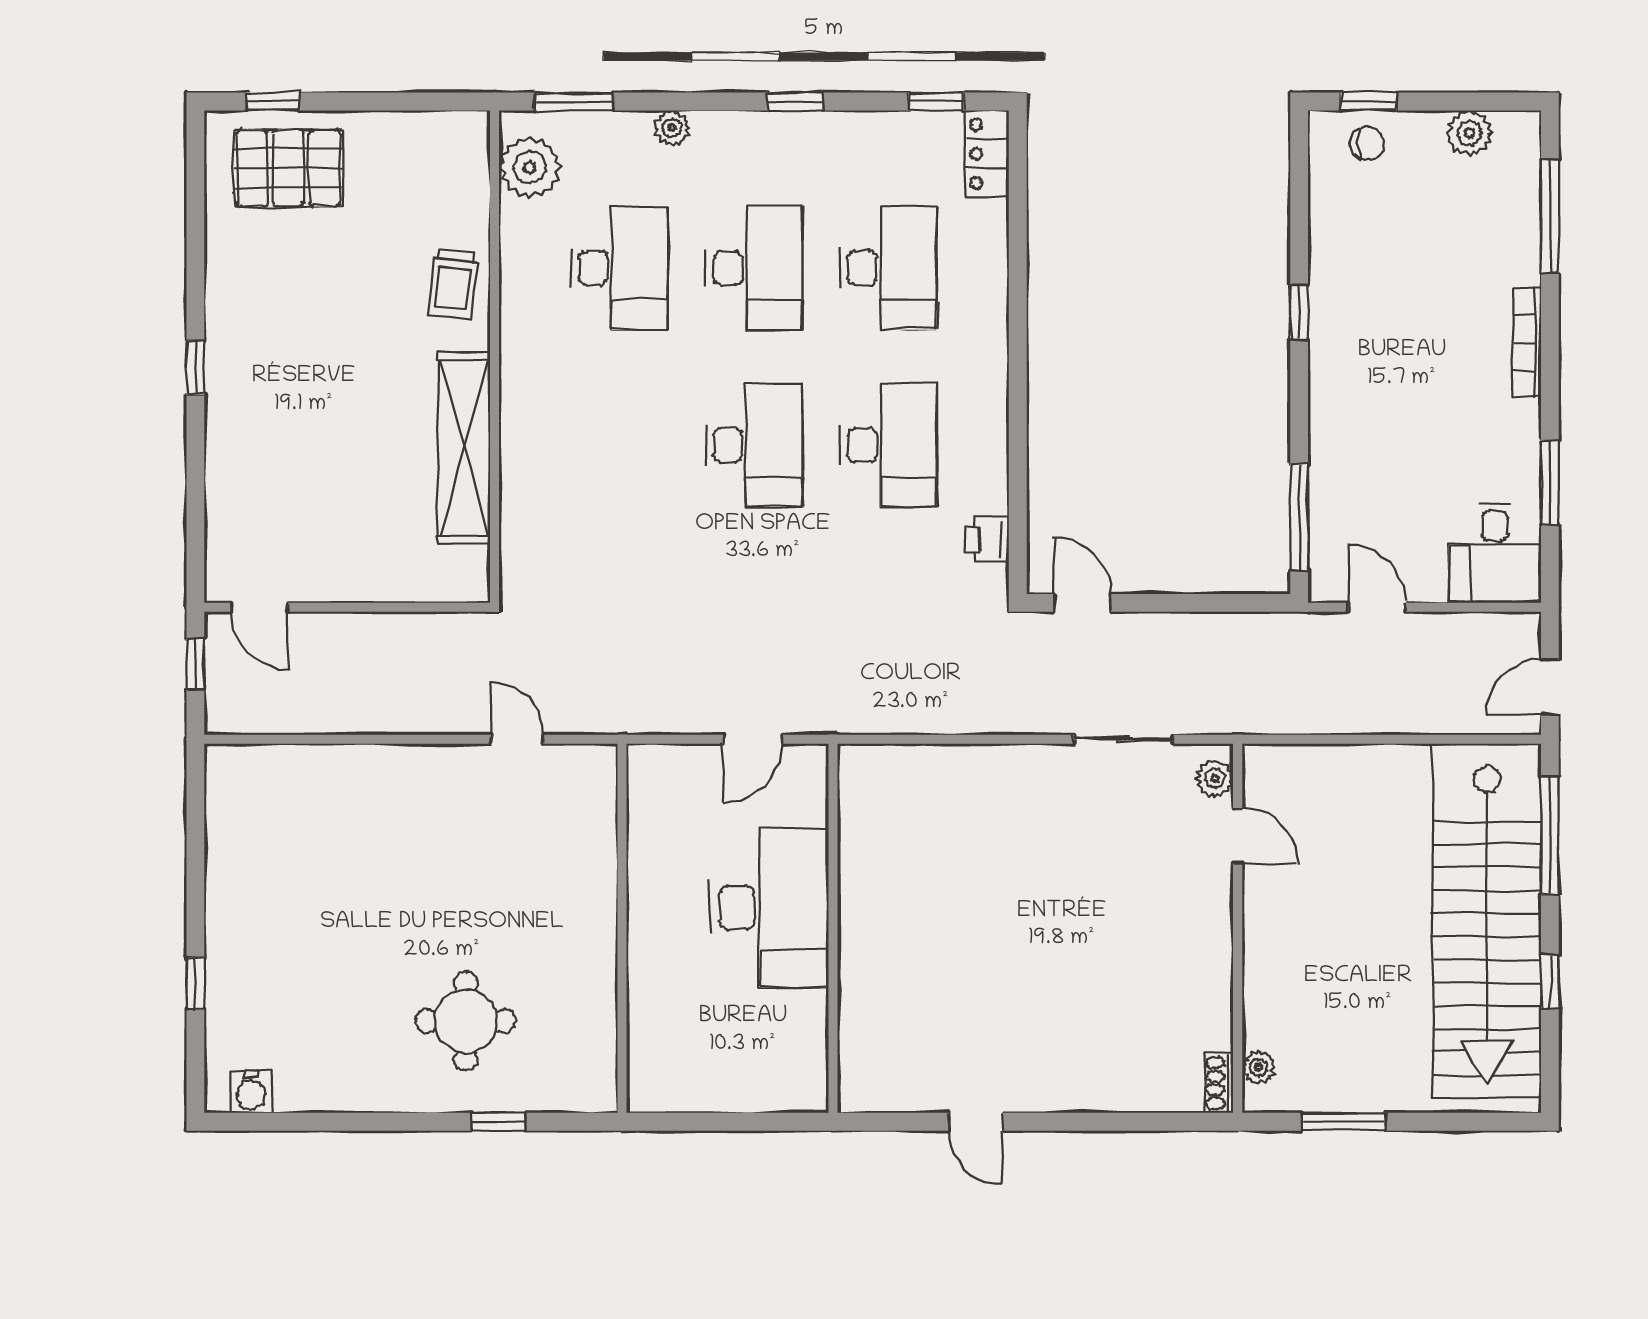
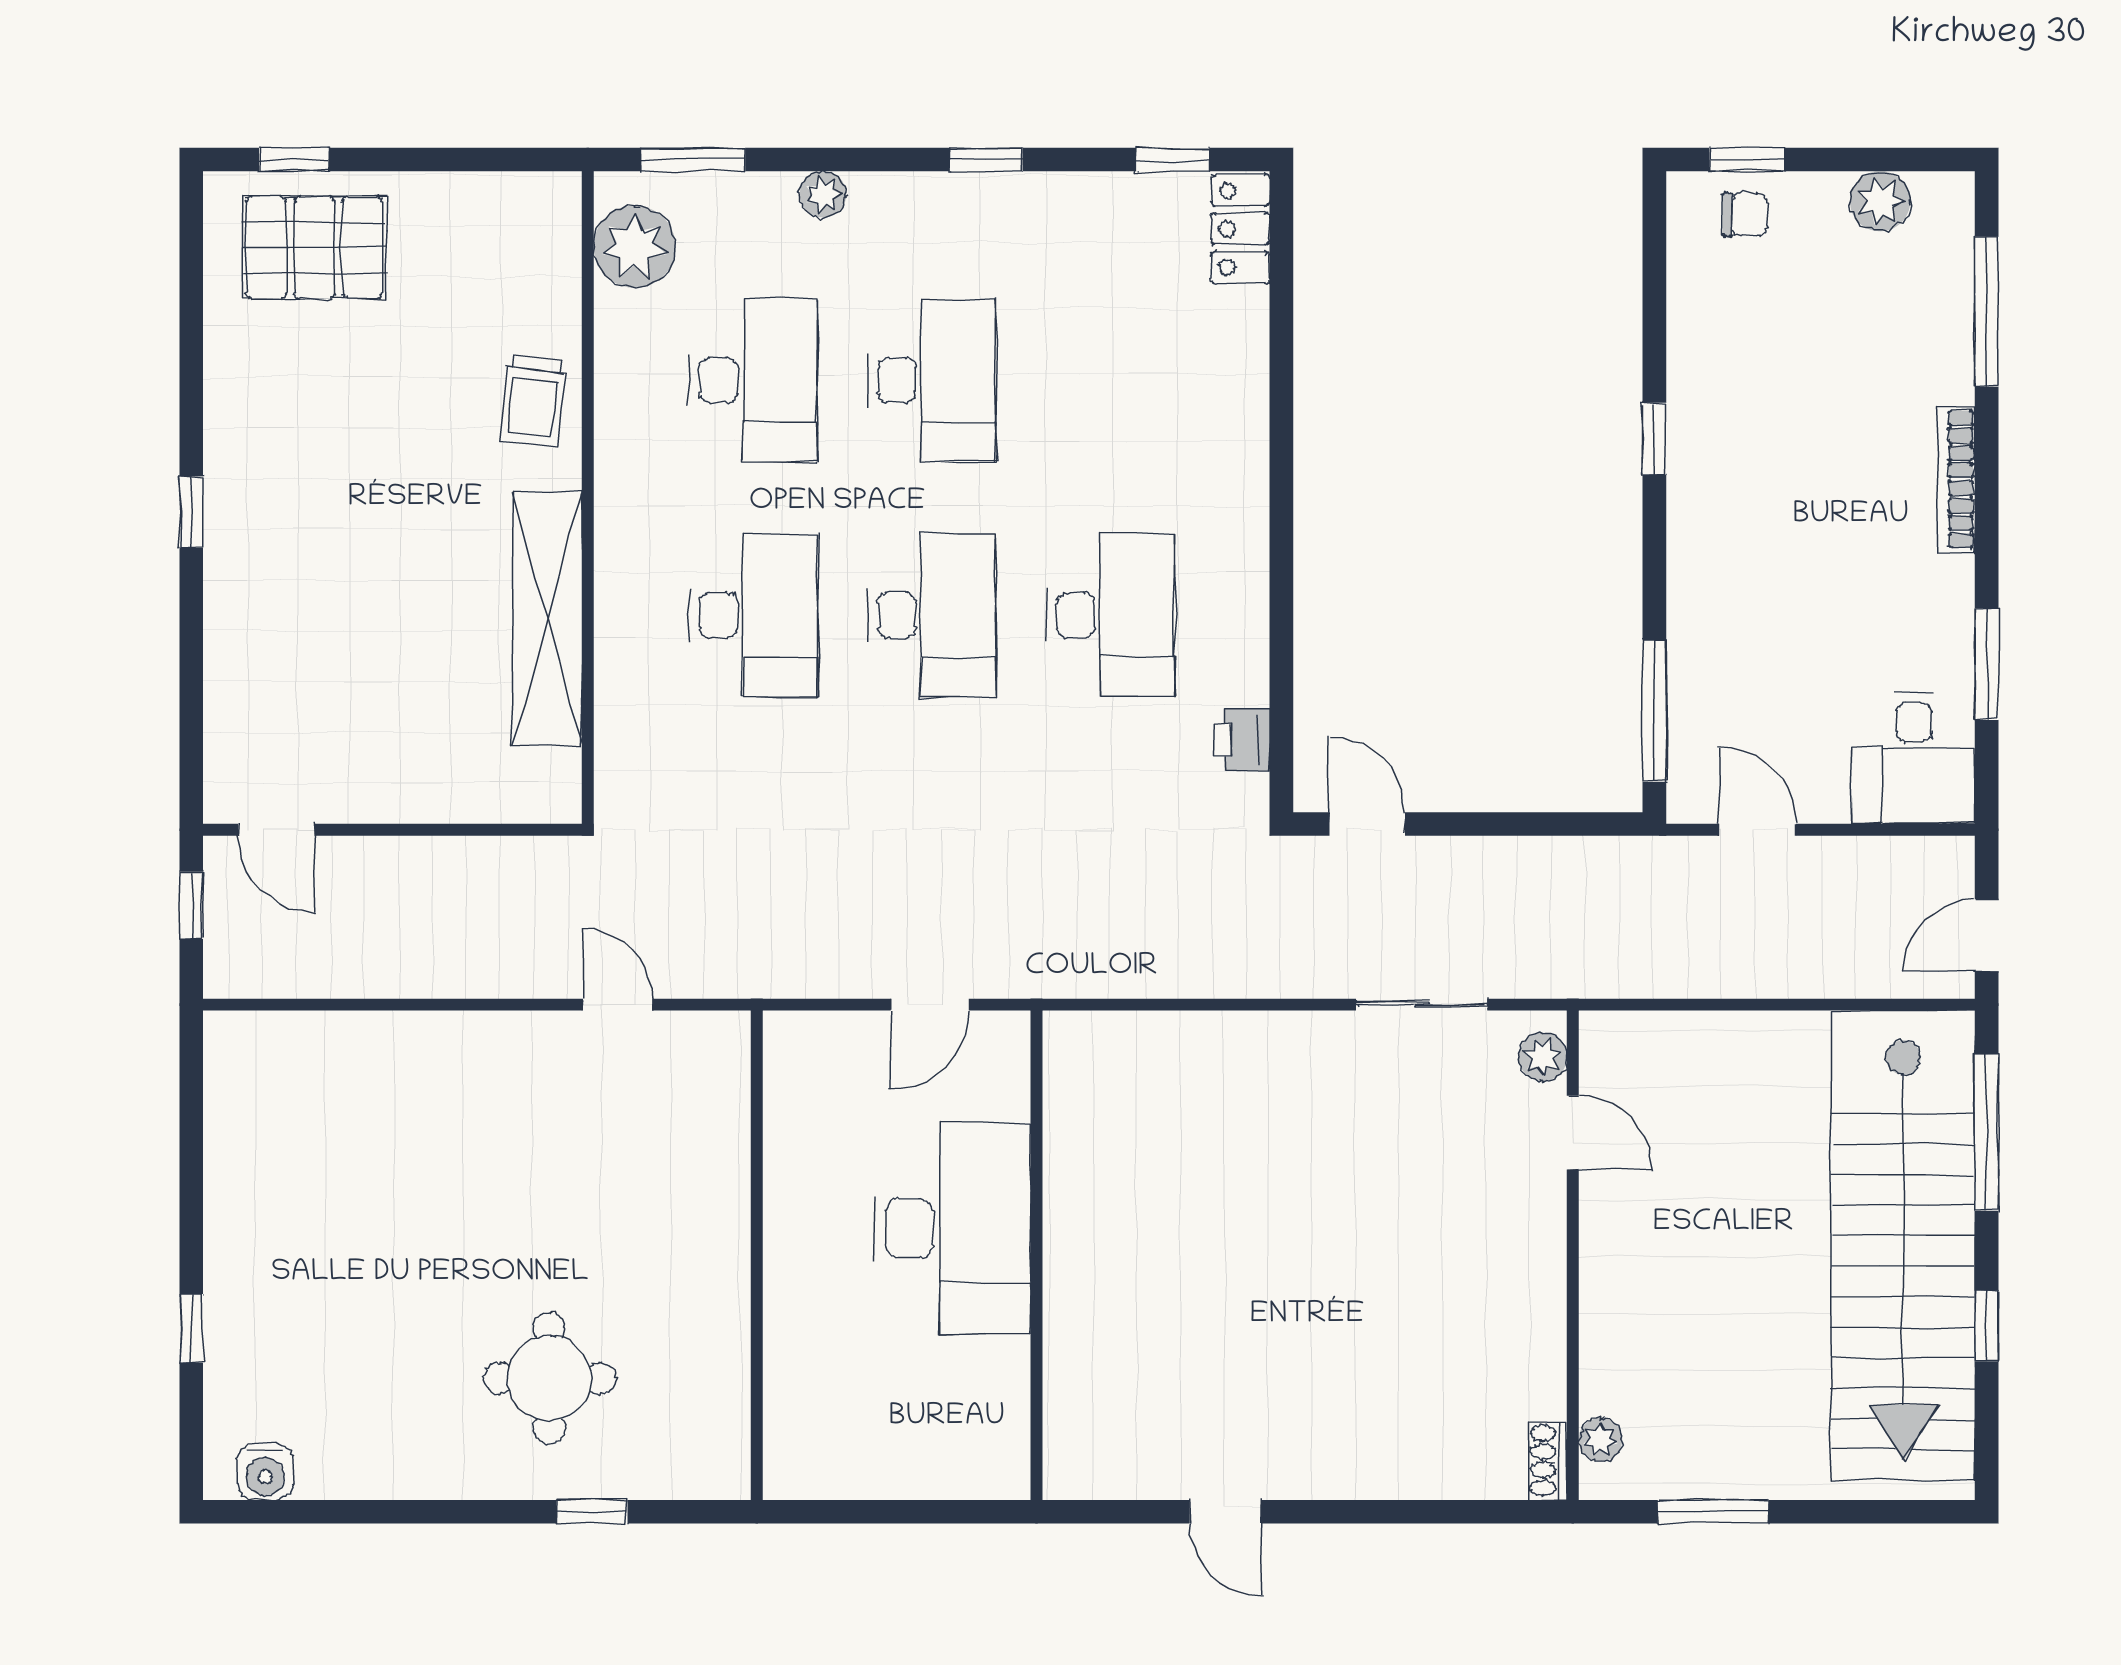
desk: (888, 268) -> (753, 615), moved

